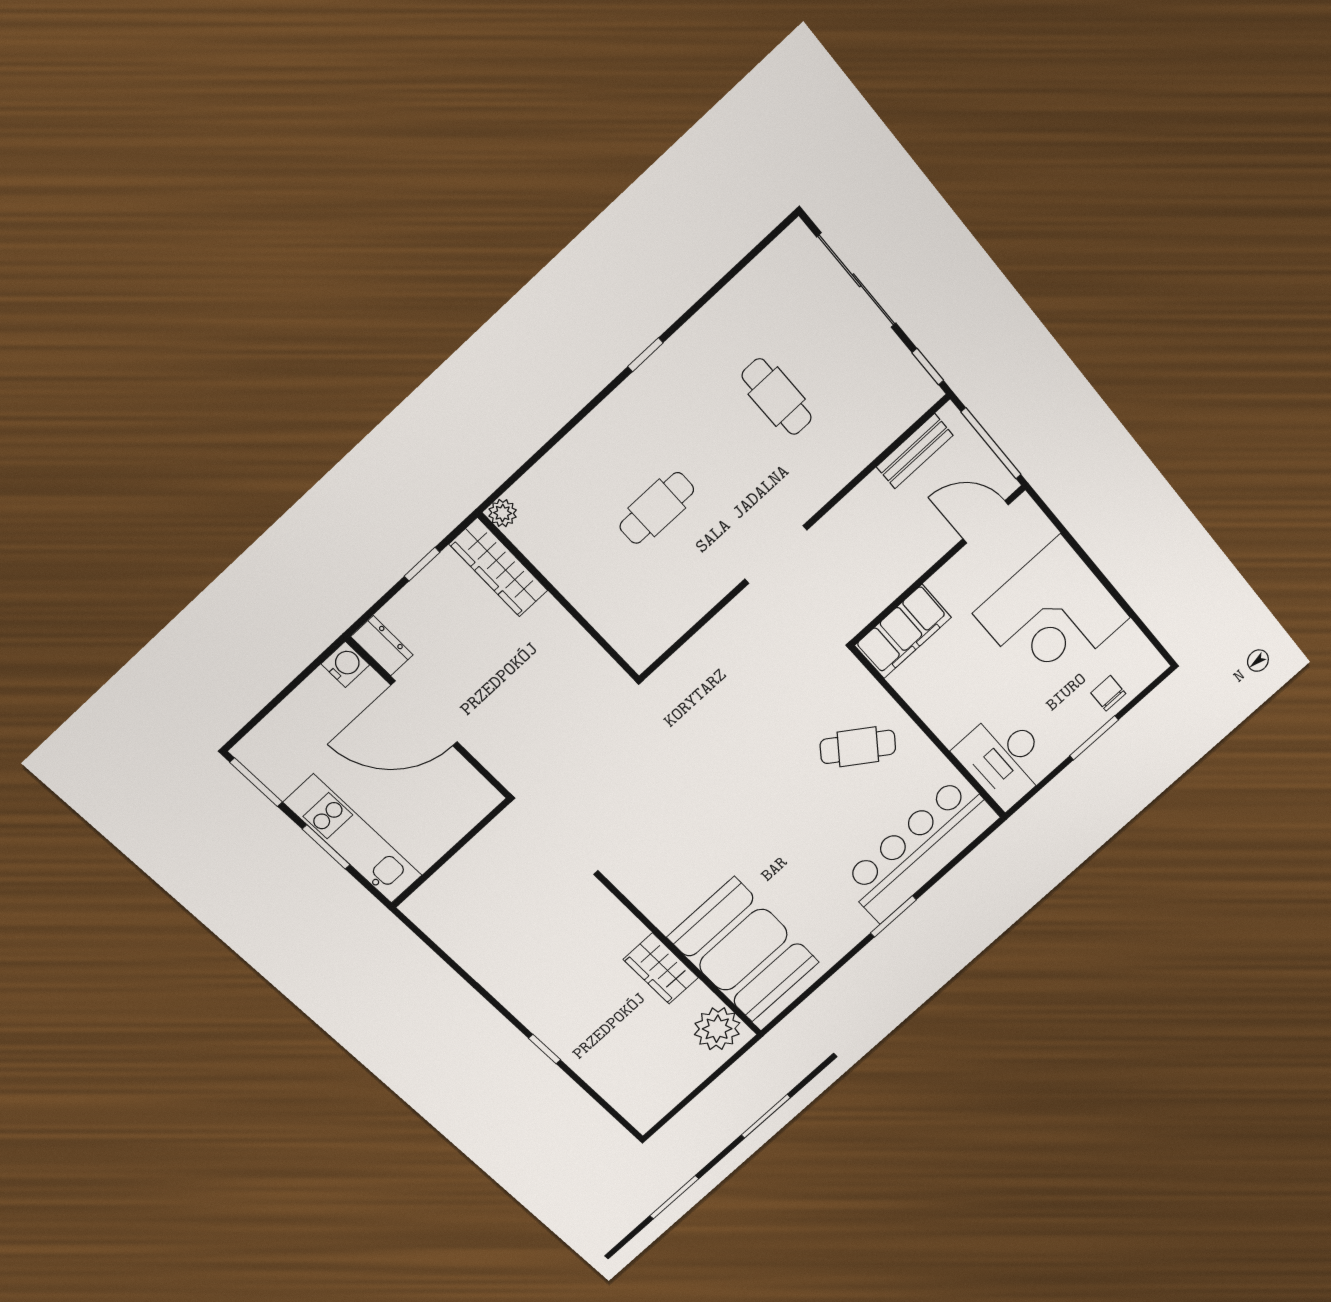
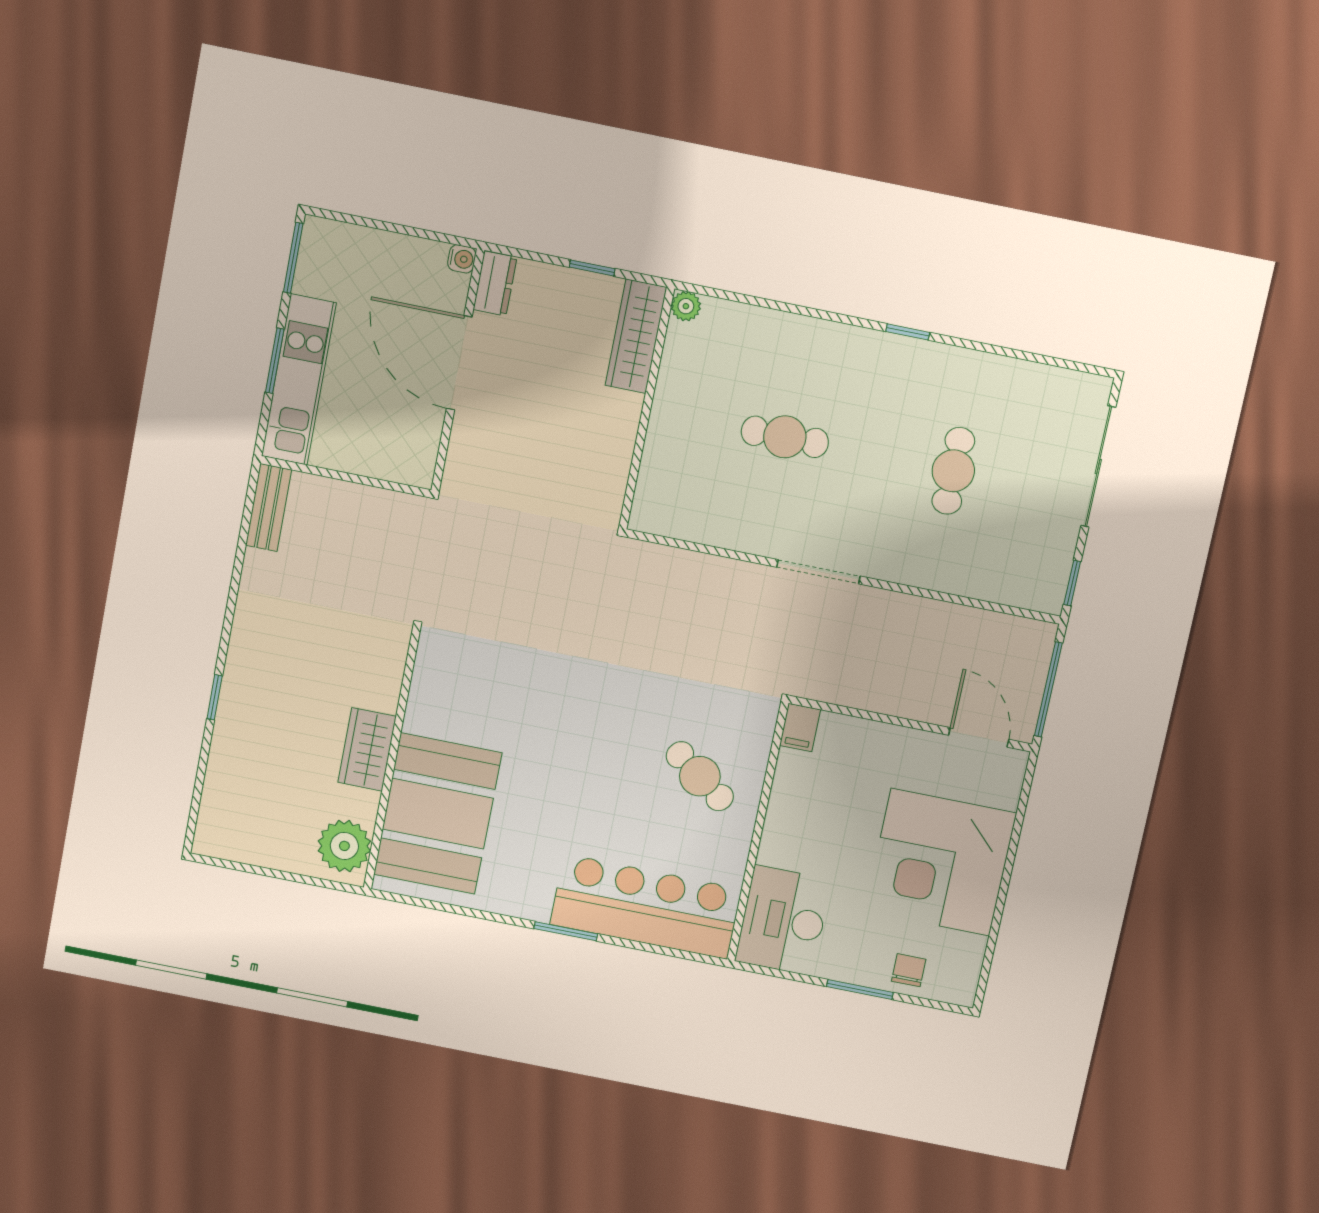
bench: (915, 451) -> (269, 508), moved, turned 90
filing cabinet: (903, 631) -> (800, 728), width x0.33, depth x0.86
water cooler: (345, 664) -> (462, 259), width x0.72, depth x0.72

